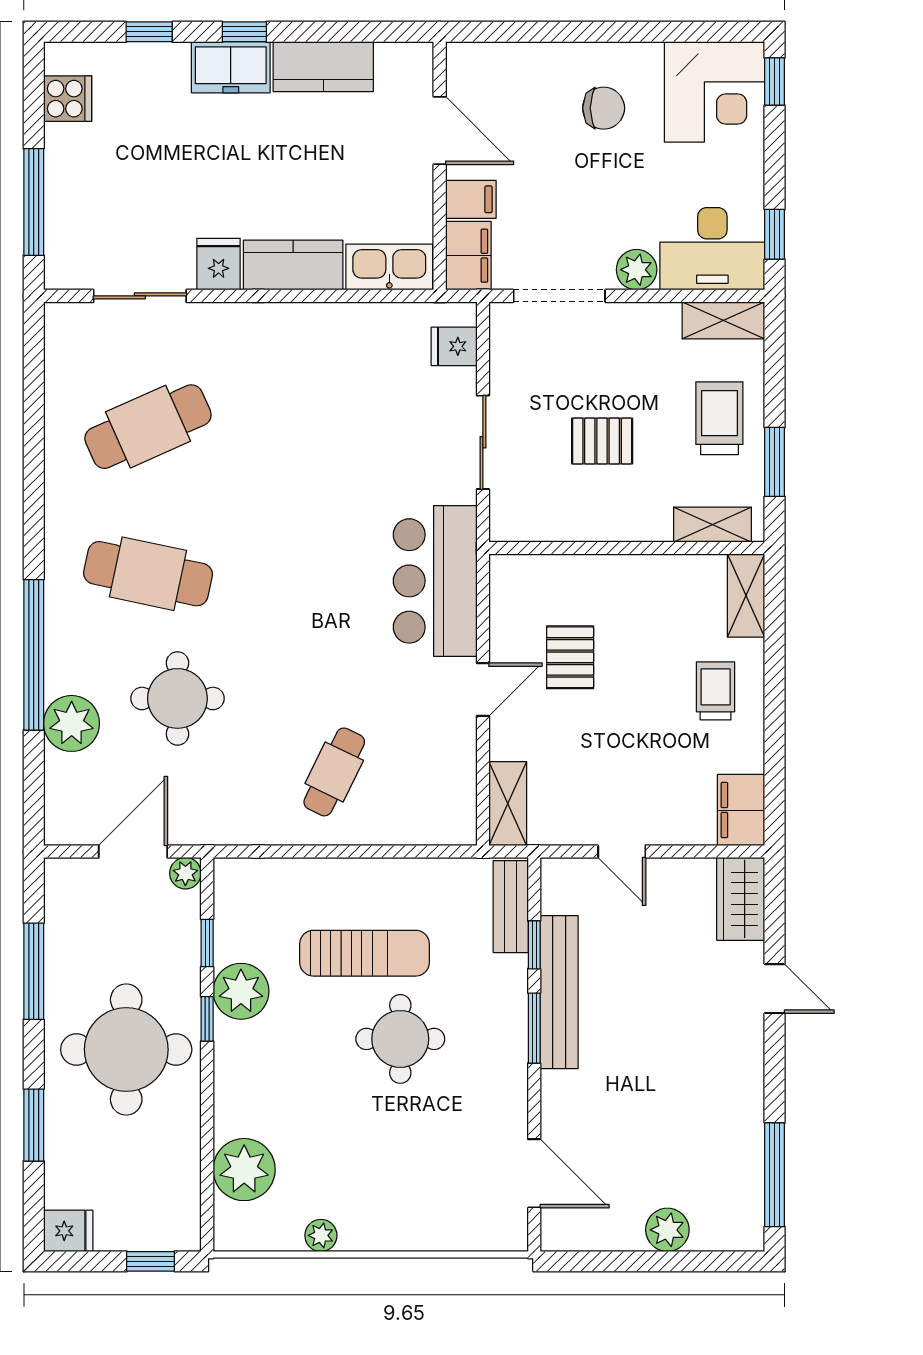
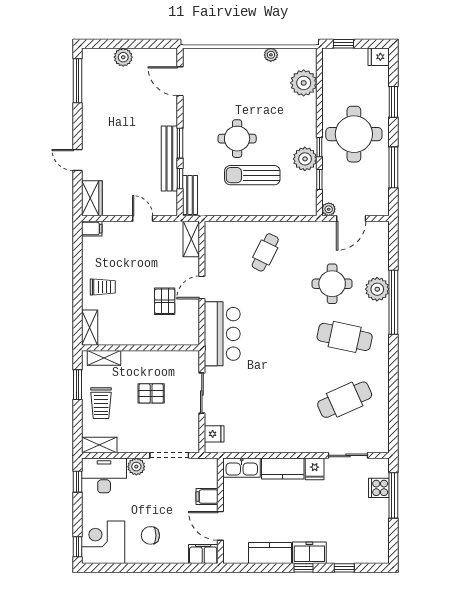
cooker: (68, 99) -> (379, 488), moved
filing cabinet: (468, 256) -> (203, 554), moved, turned 90
trolley: (716, 691) -> (103, 287), turned -90
plant: (72, 723) -> (377, 289), moved
filing cabinet: (741, 810) -> (92, 229), width x0.50

